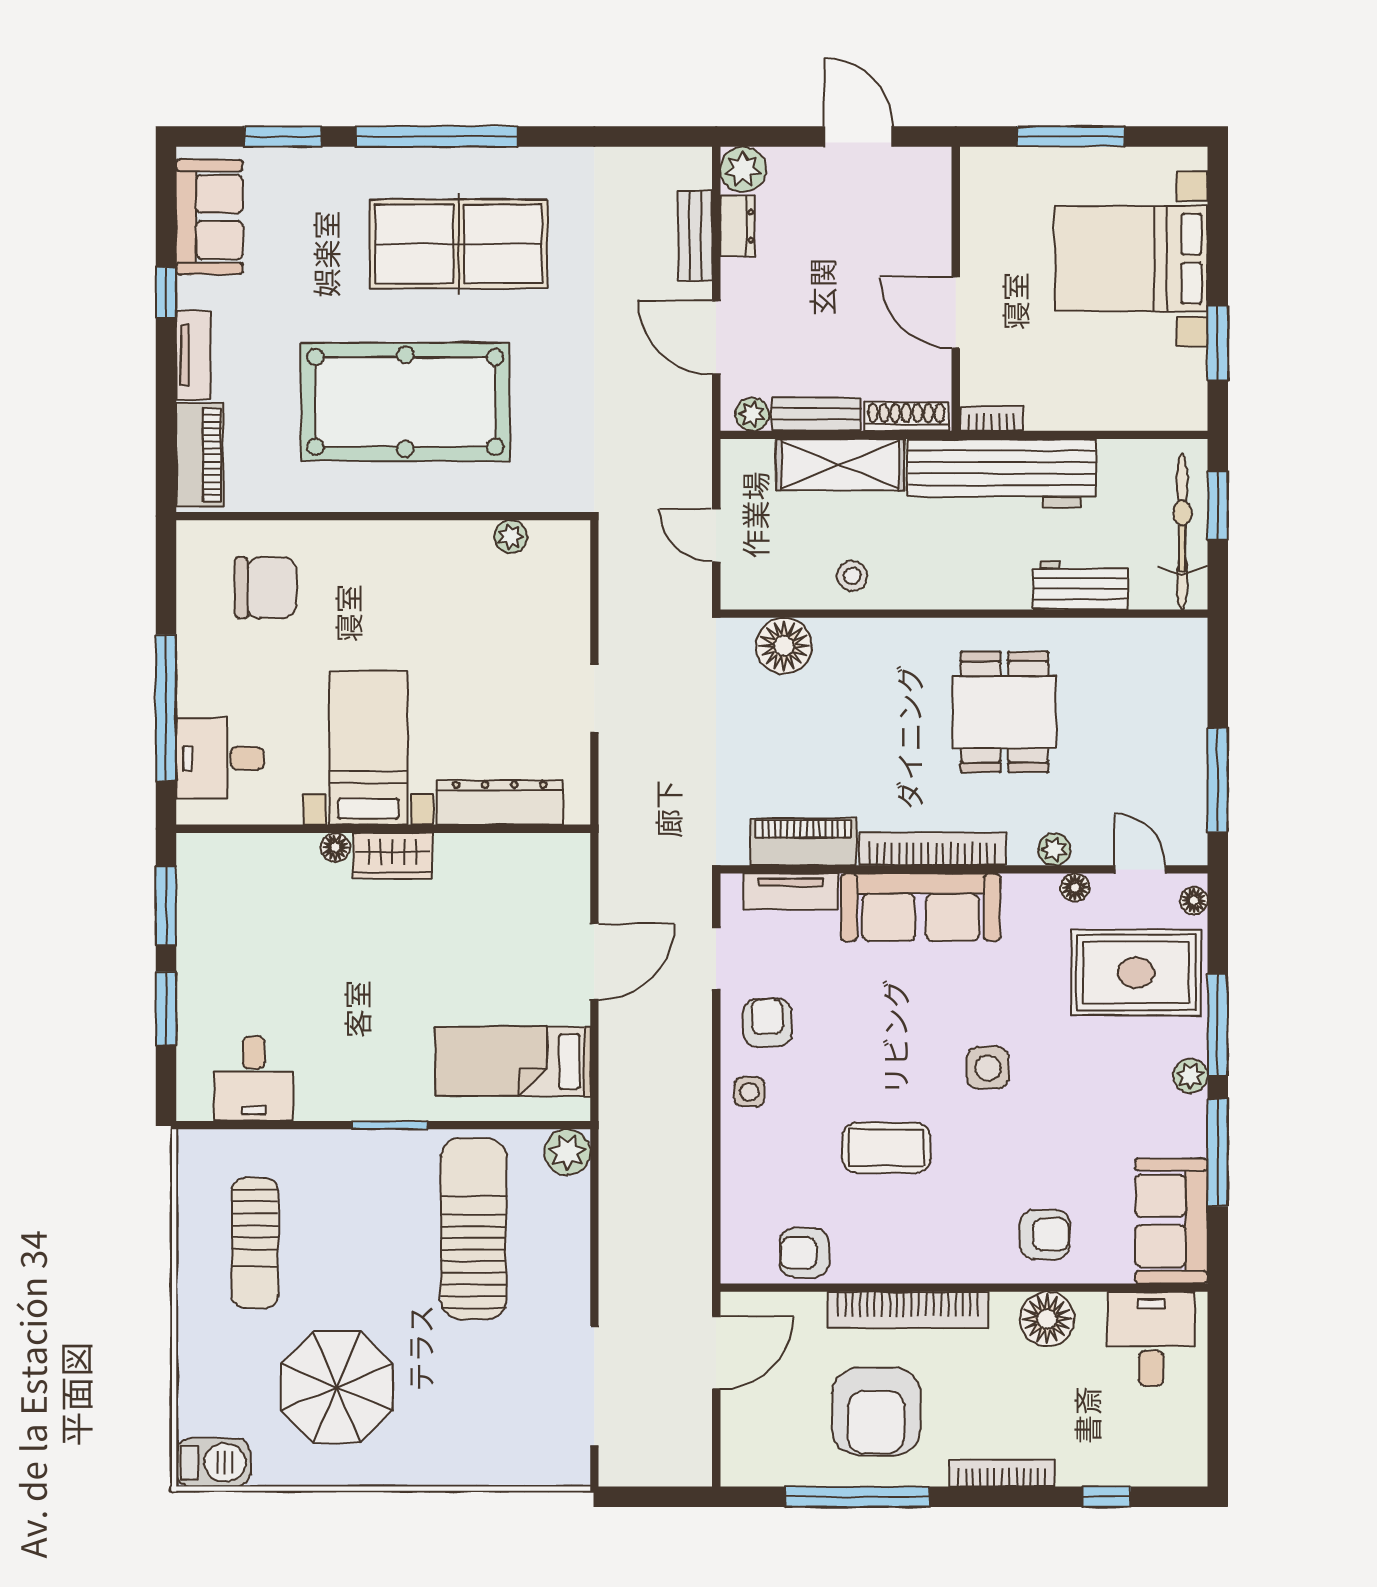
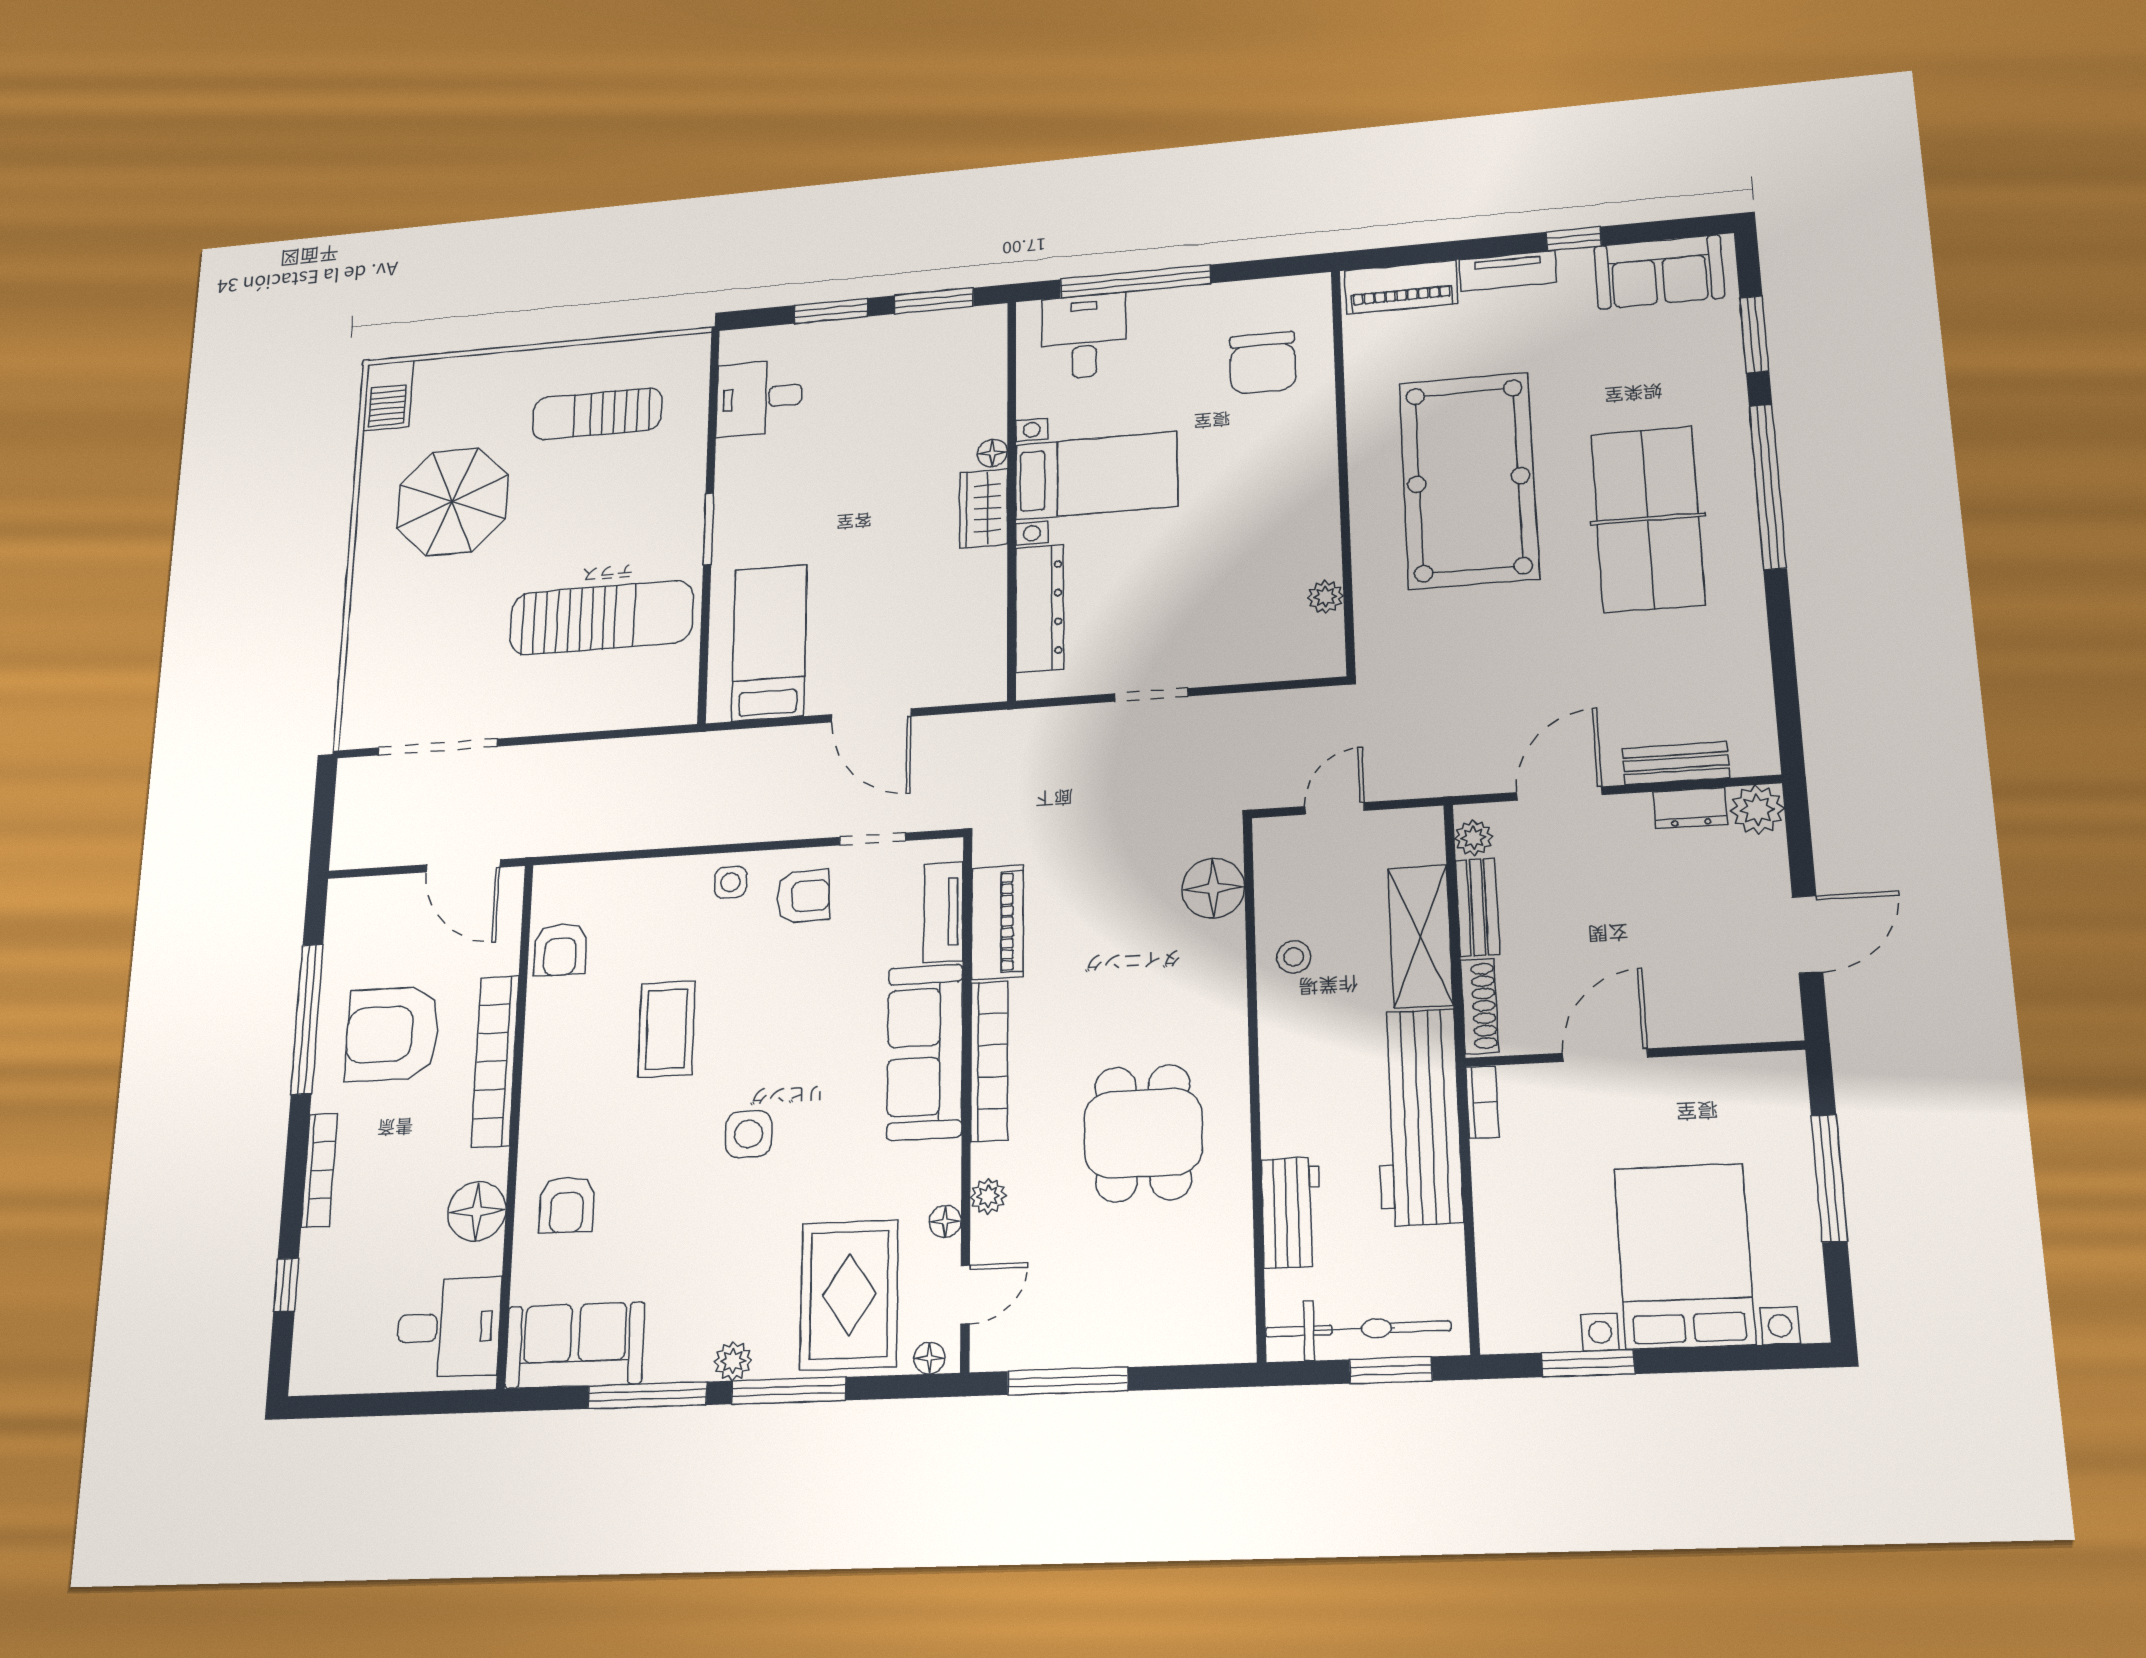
dining table: (1004, 712) -> (1143, 1133), turned 90
plant: (567, 1152) -> (675, 703), removed
armchair: (804, 1253) -> (560, 950), turned 180

